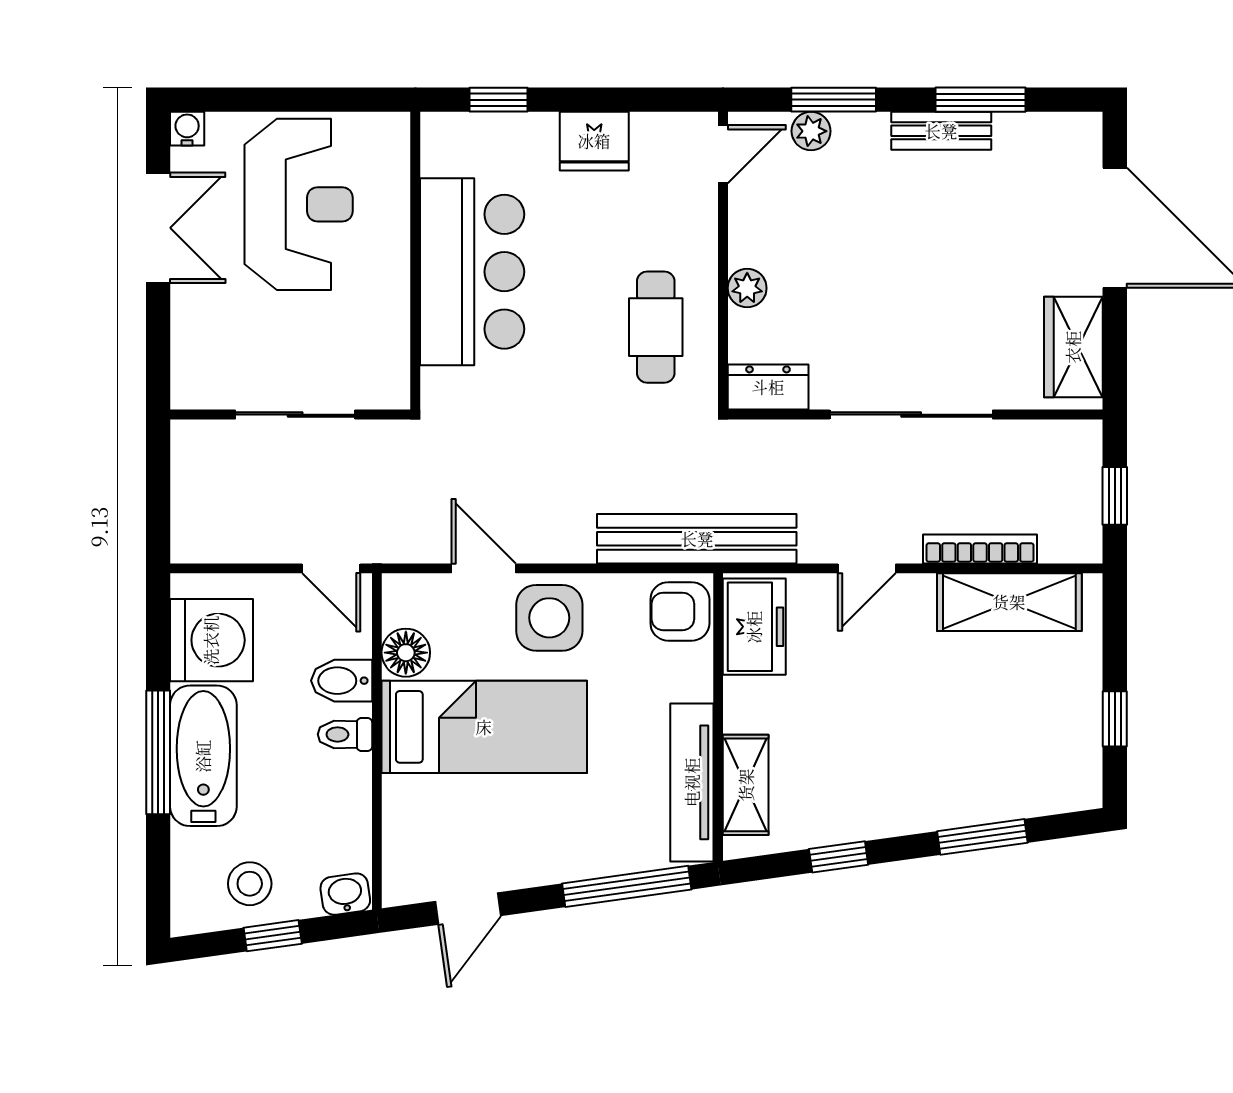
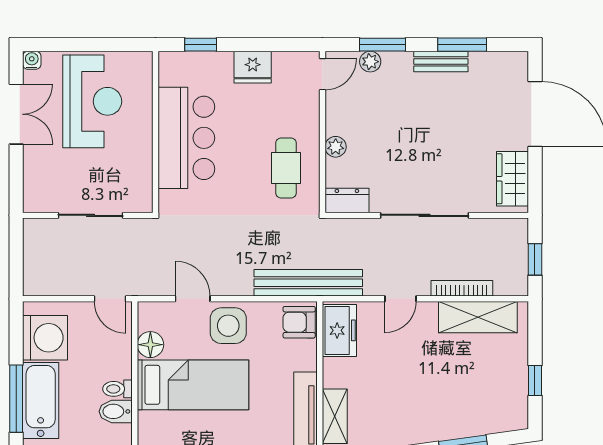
bidet: (342, 681) -> (116, 411), moved

